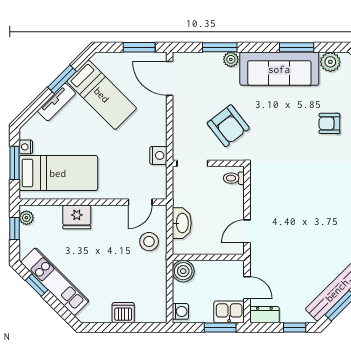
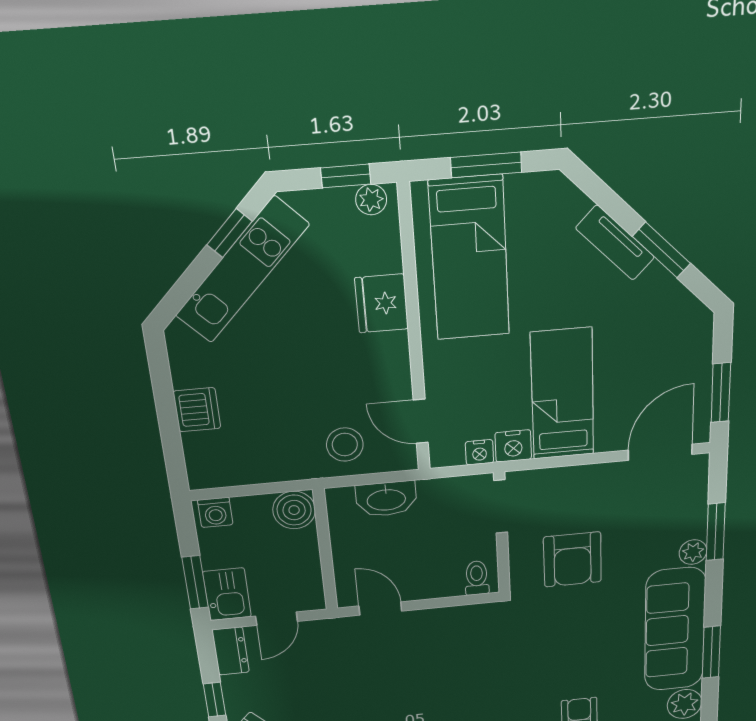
bed: (102, 95) -> (562, 394), moved, turned 135
armchair: (228, 126) -> (572, 559), turned -52
nightstand: (26, 147) -> (479, 452), moved, turned 180

